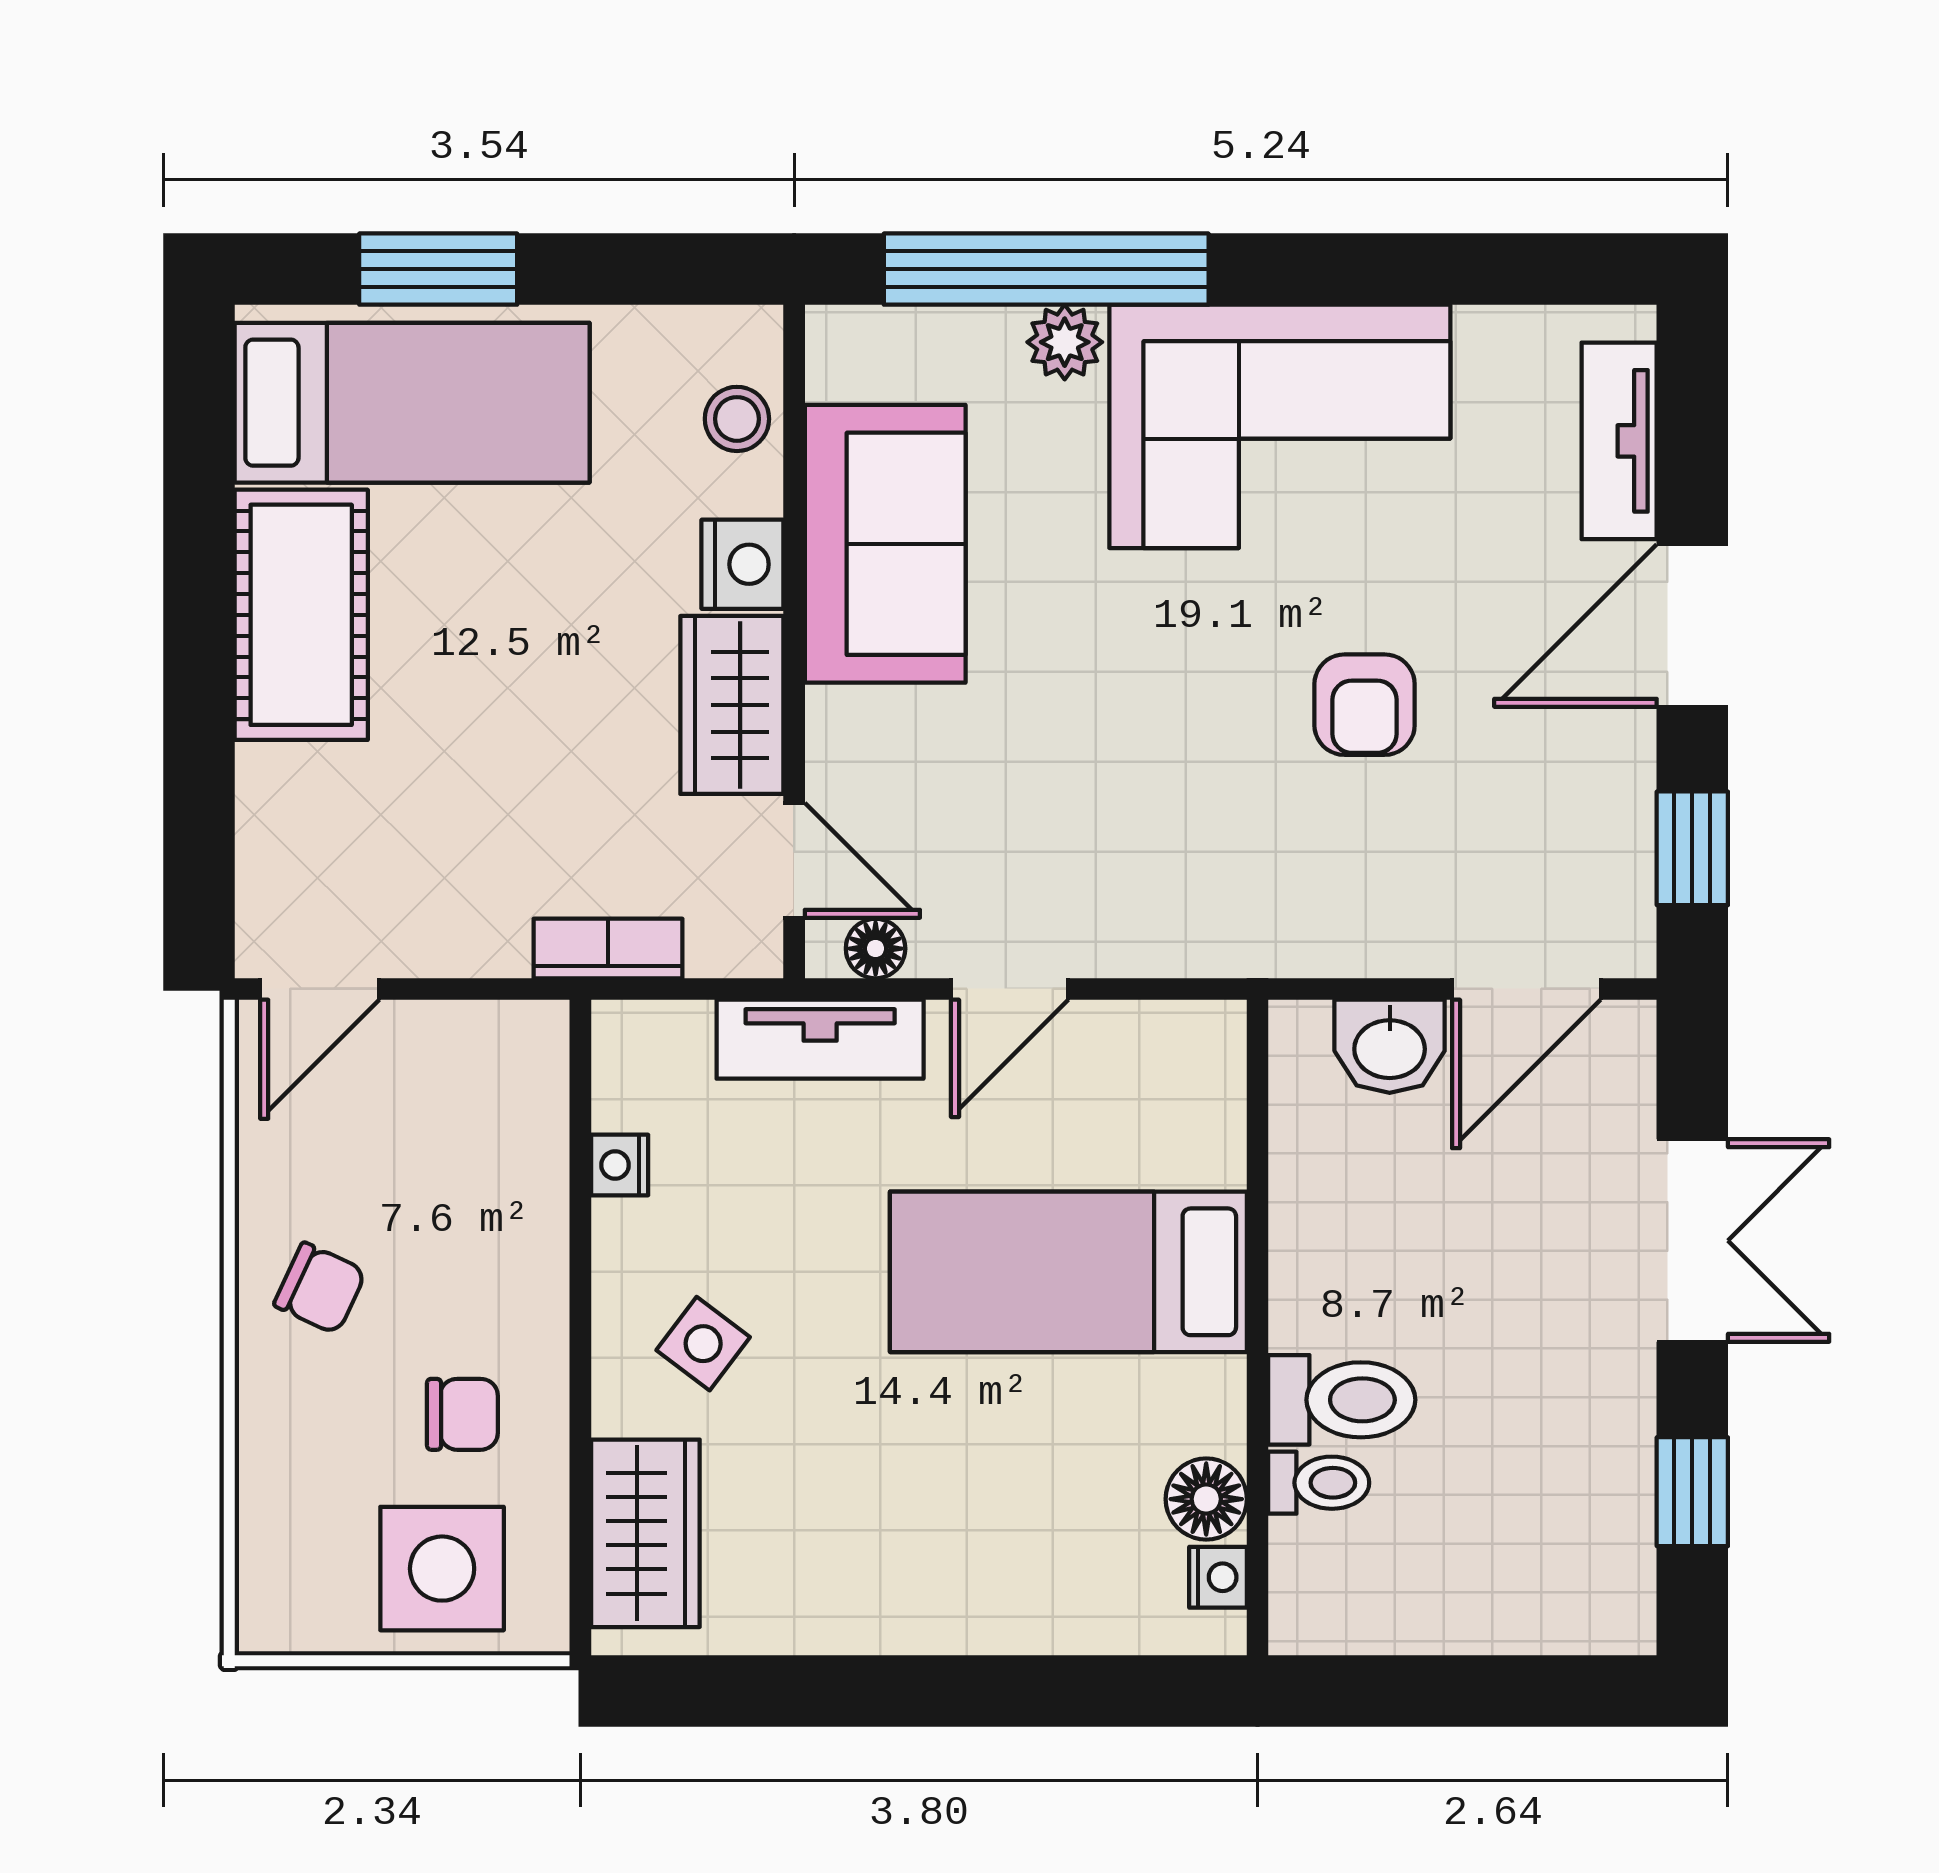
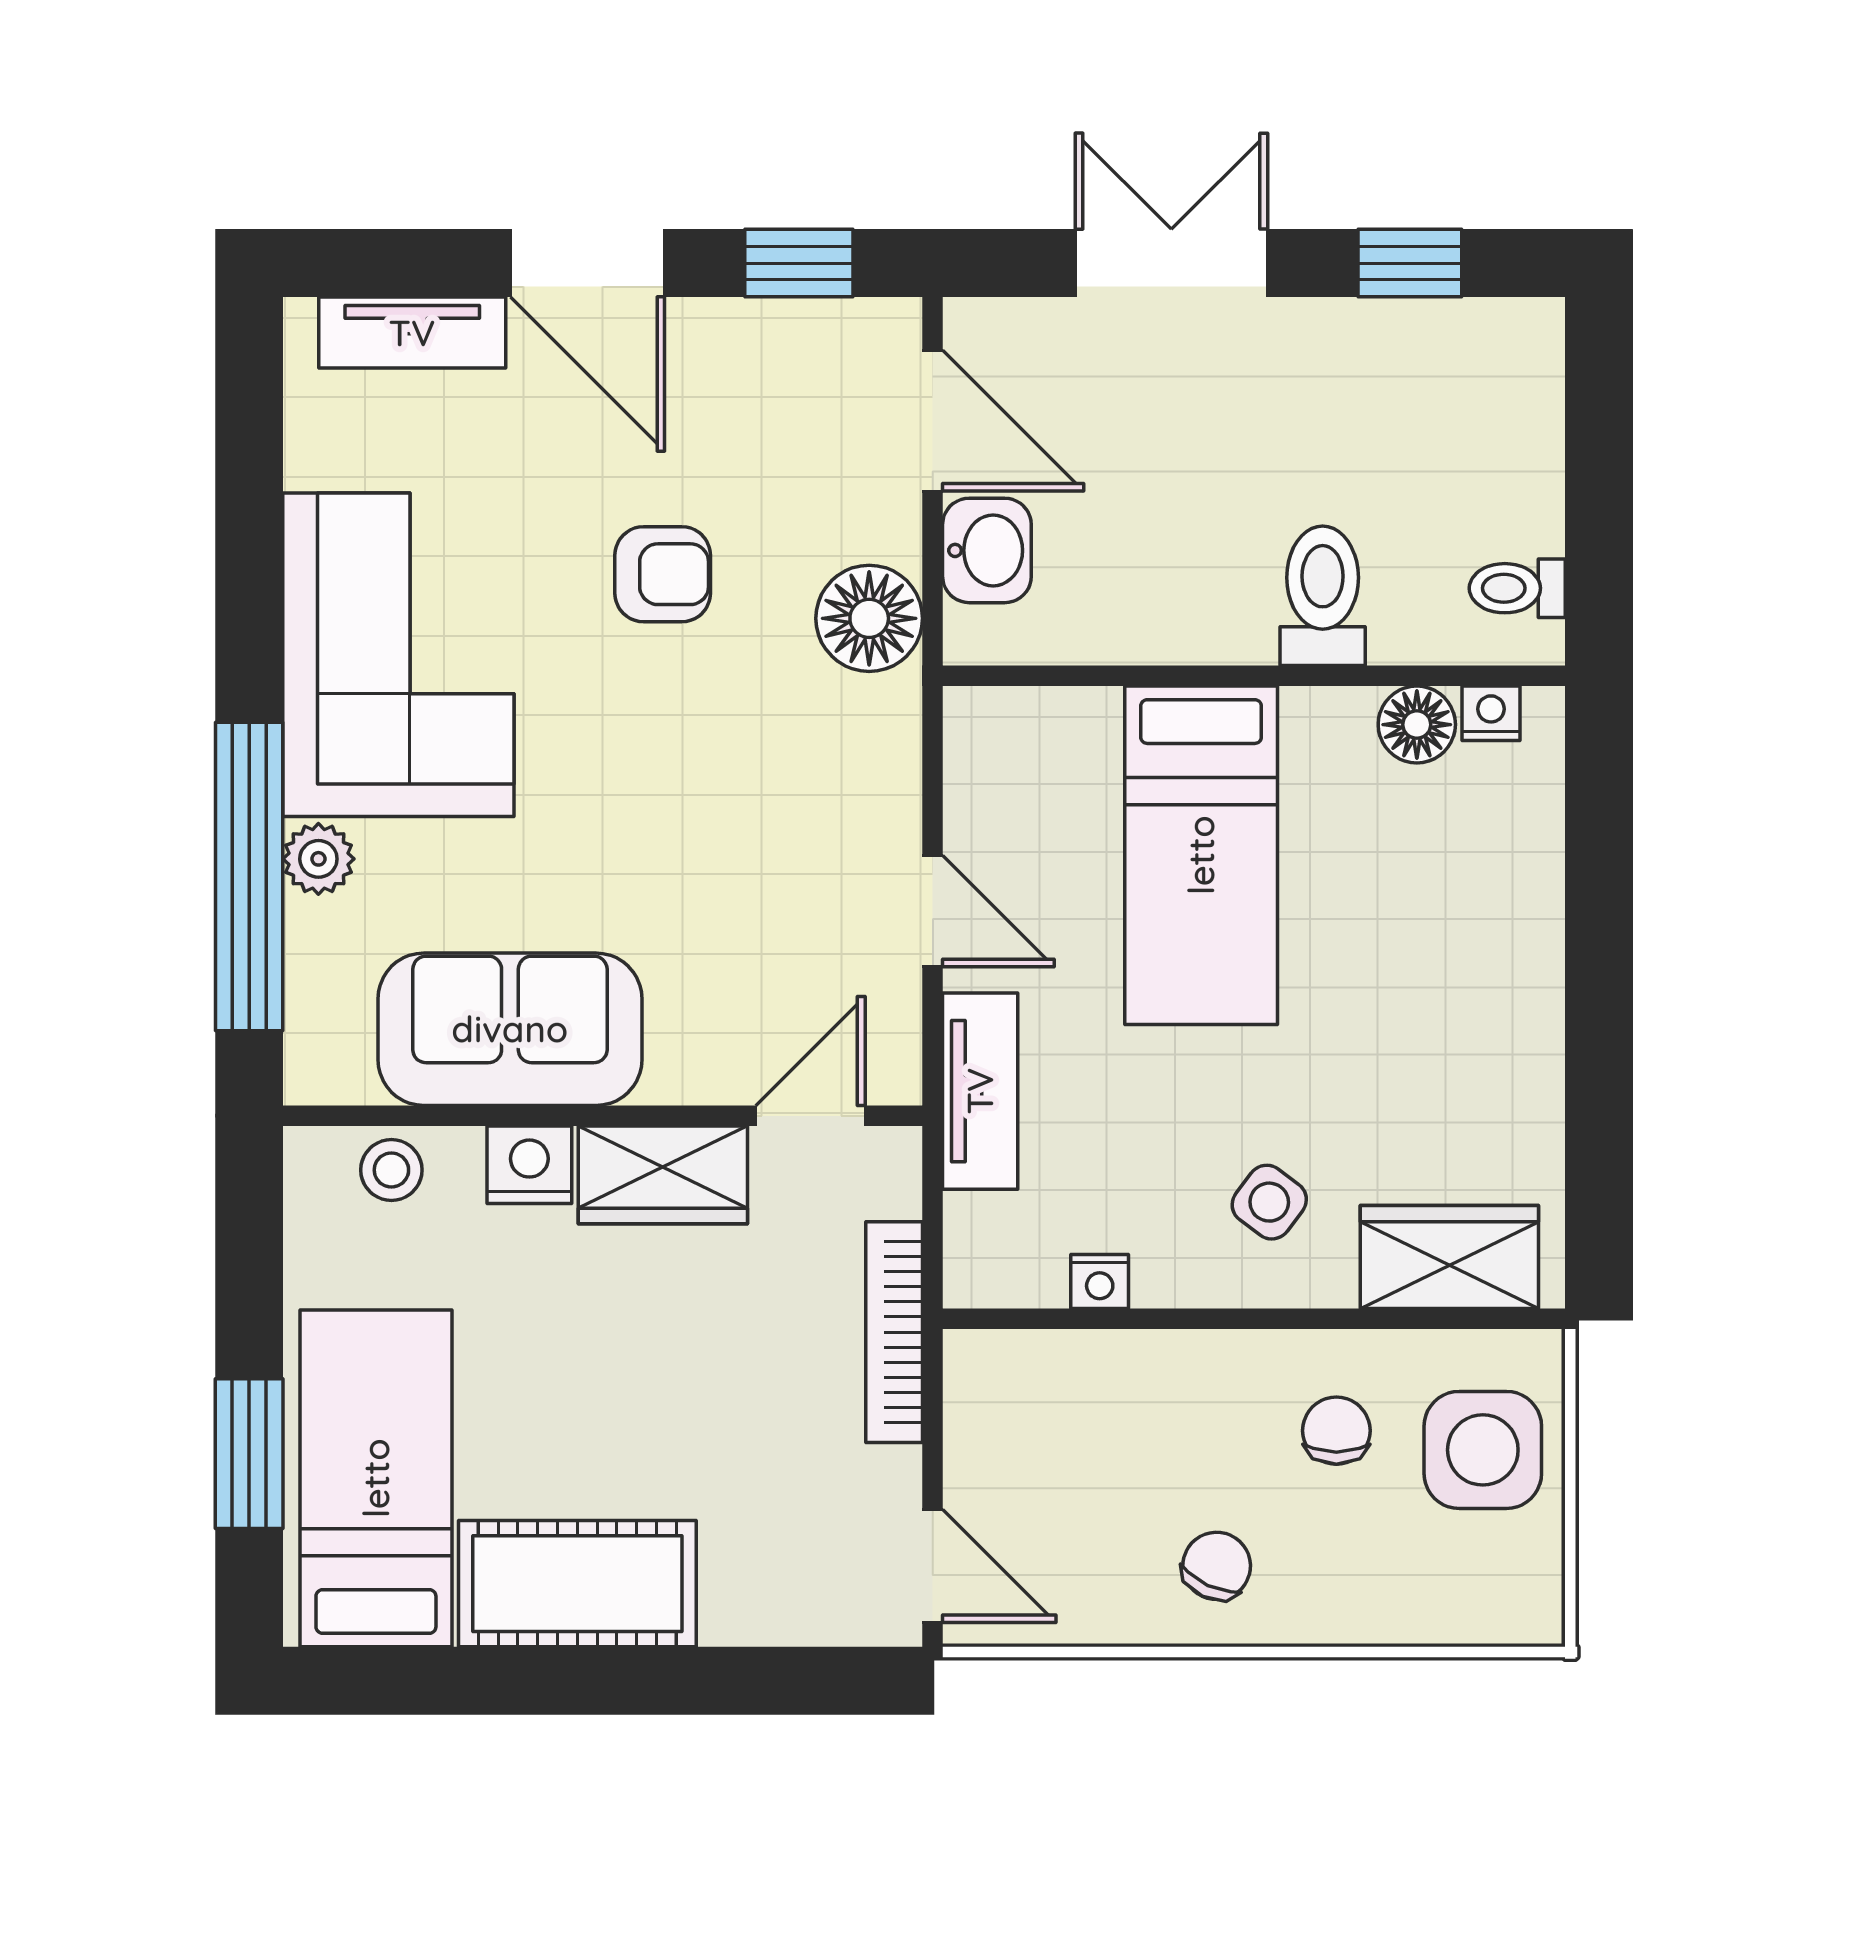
bookcase: (608, 948) -> (894, 1332), width x1.56
floor lamp: (876, 949) -> (869, 618), moved, width x1.89, depth x1.89
toilet: (1319, 1483) -> (1517, 588), moved, turned -90

